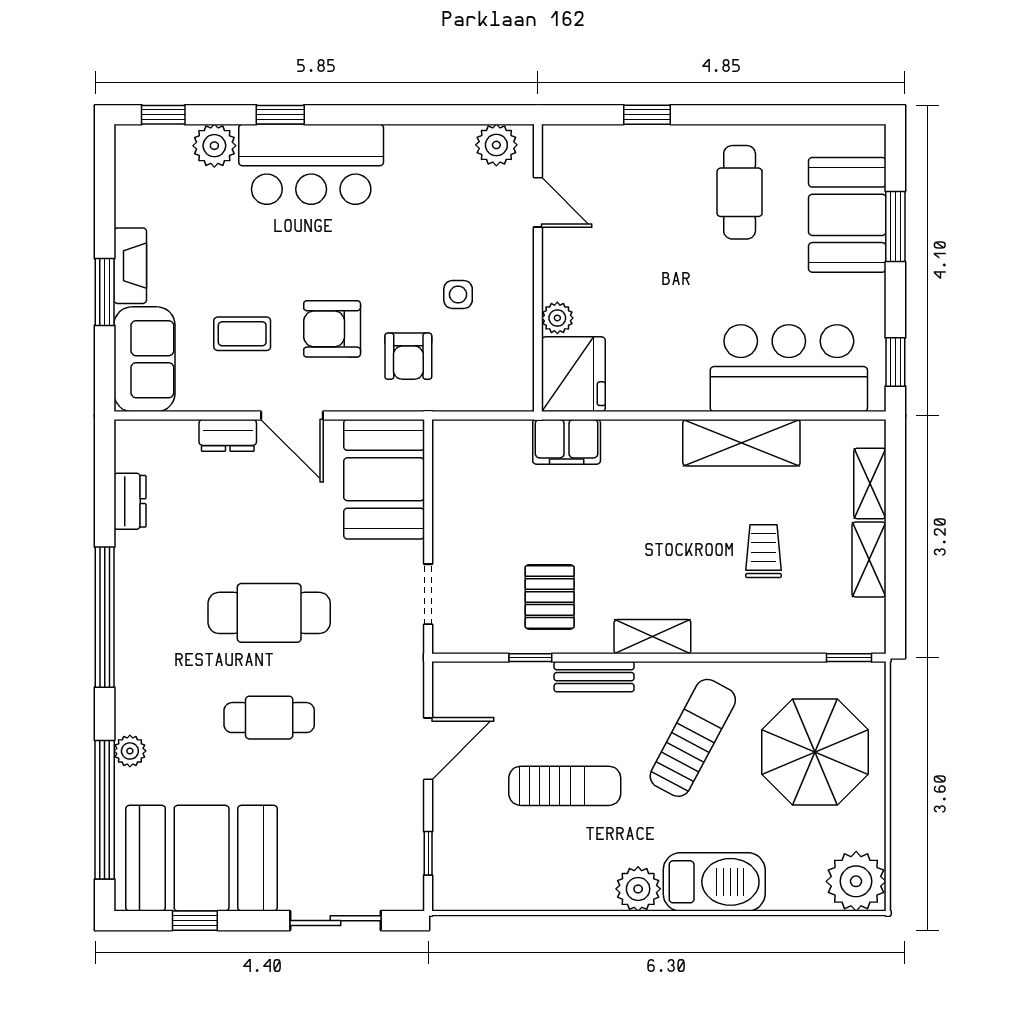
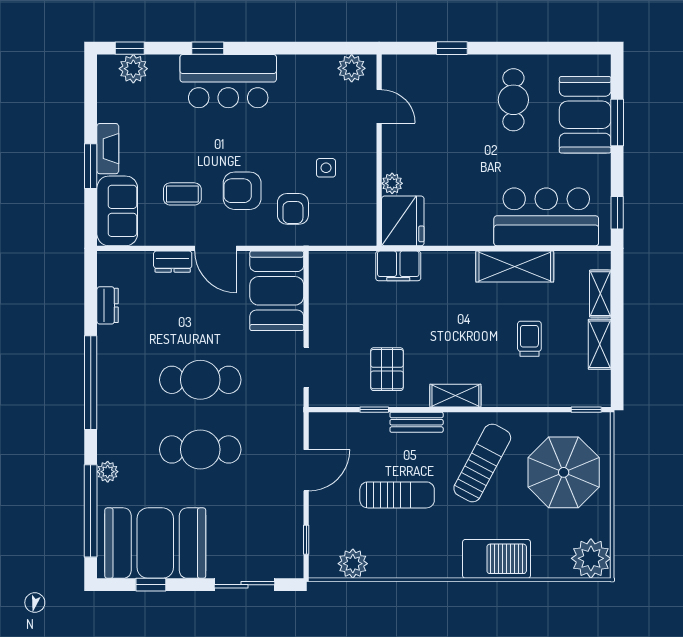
plant: (214, 146) -> (133, 69), moved
cafe table: (269, 718) -> (200, 449), width x1.37, depth x1.35
plant: (638, 889) -> (353, 564), moved

